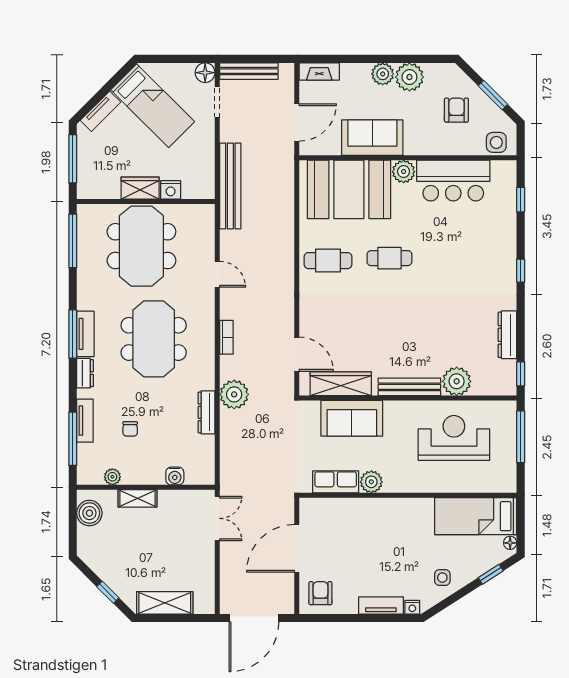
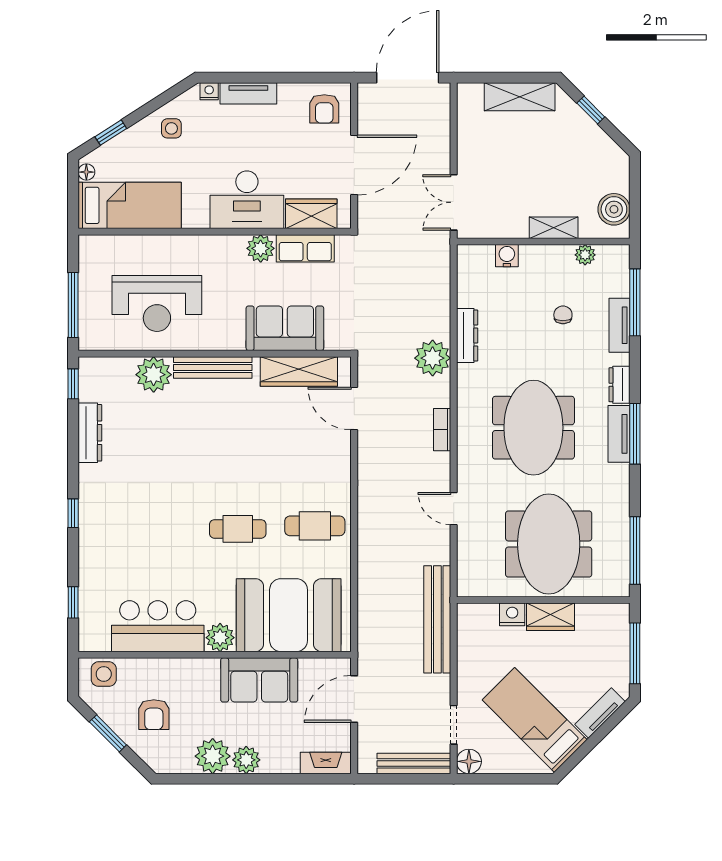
wardrobe: (331, 510) -> (311, 214), added
desk: (382, 521) -> (247, 200), added

